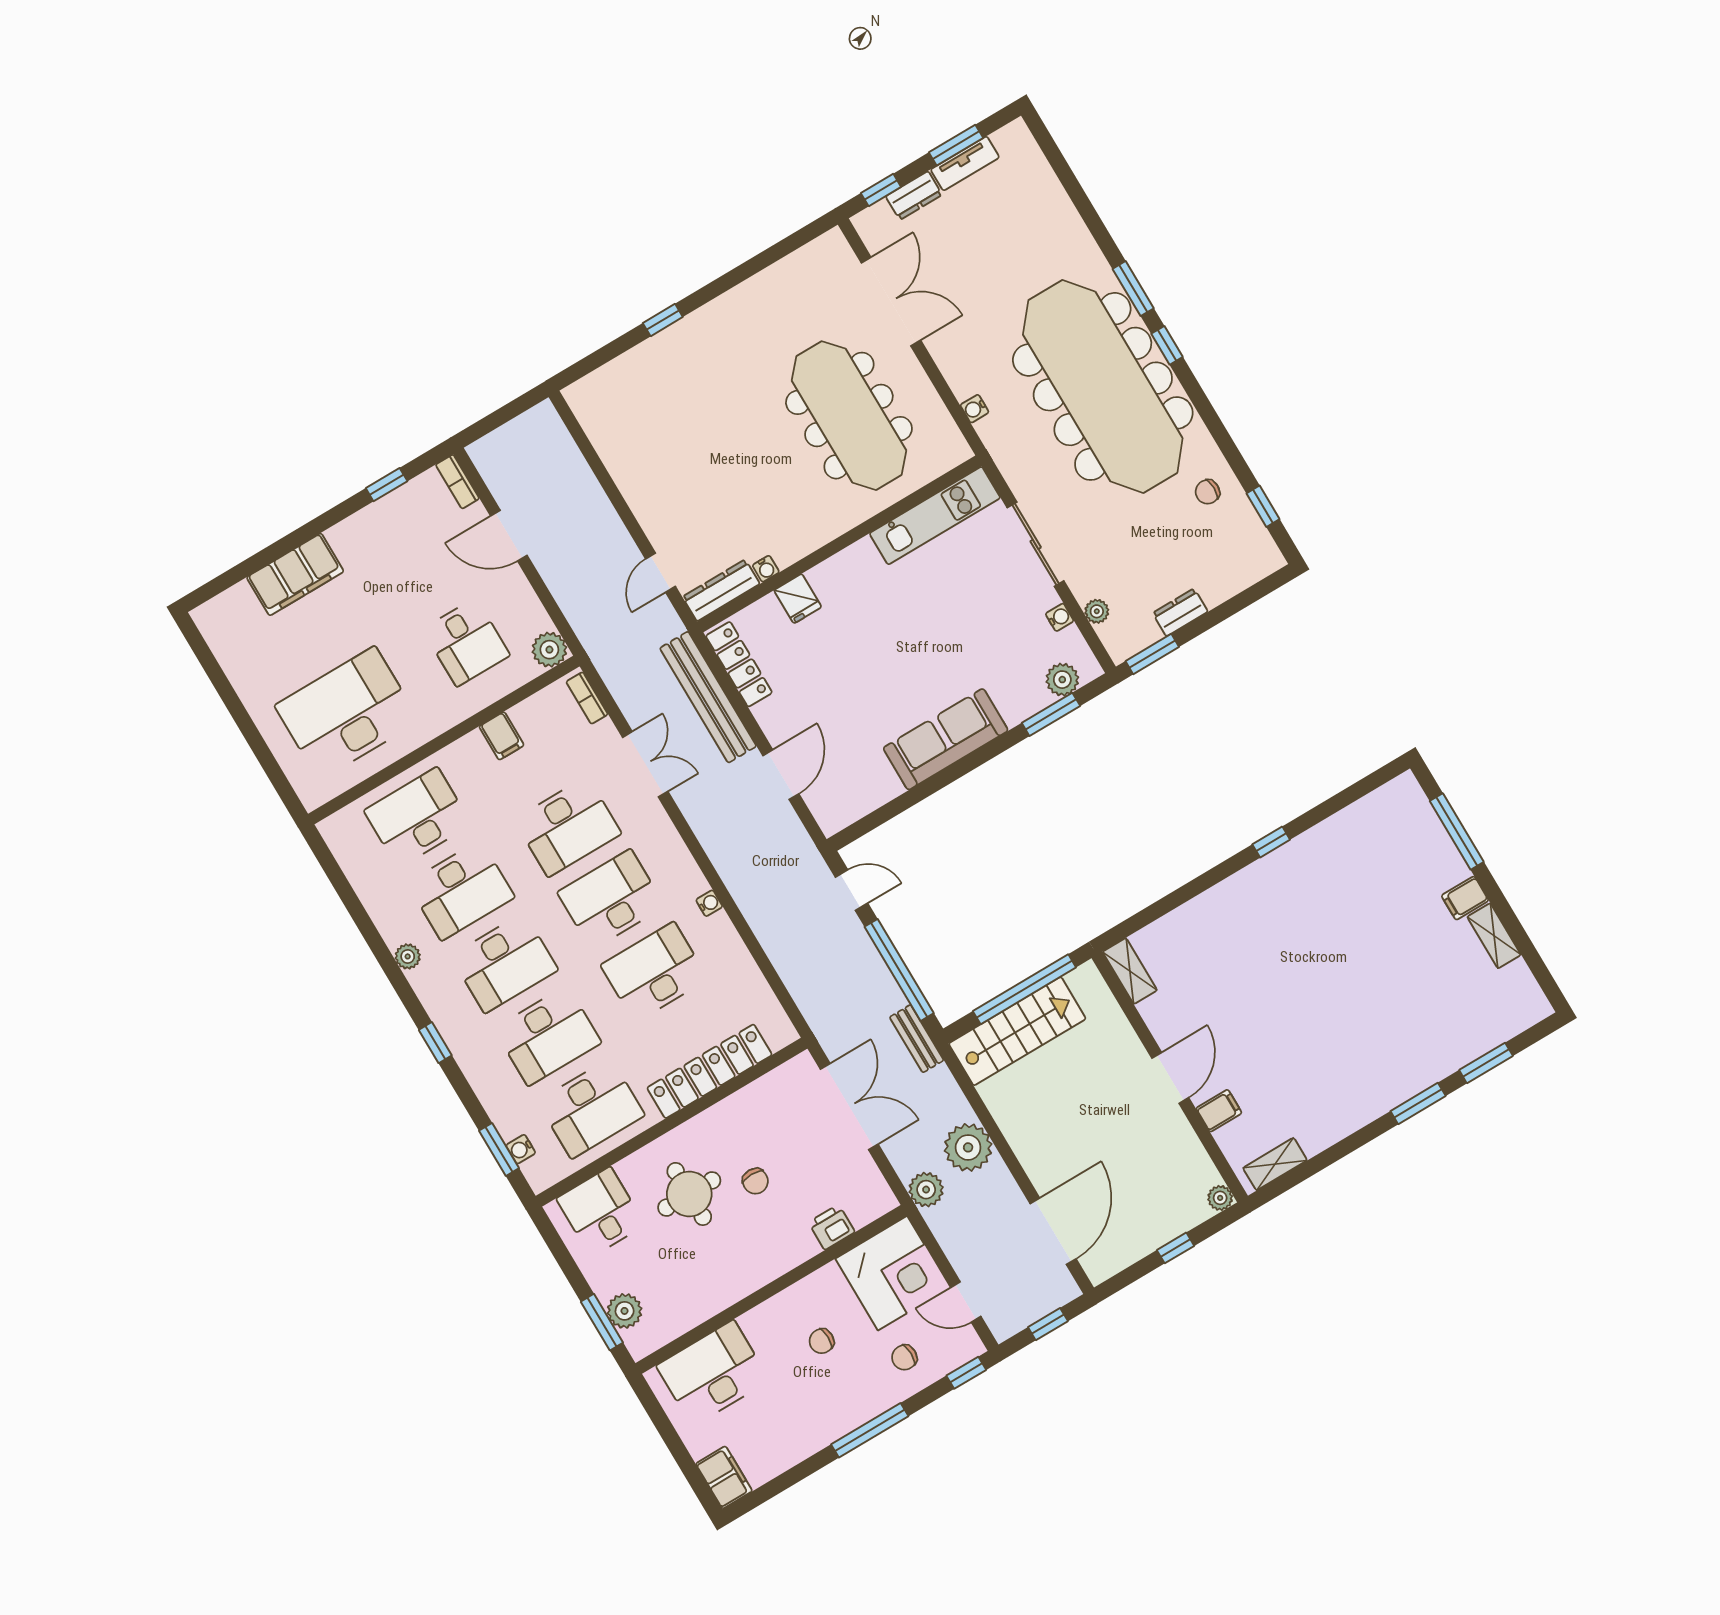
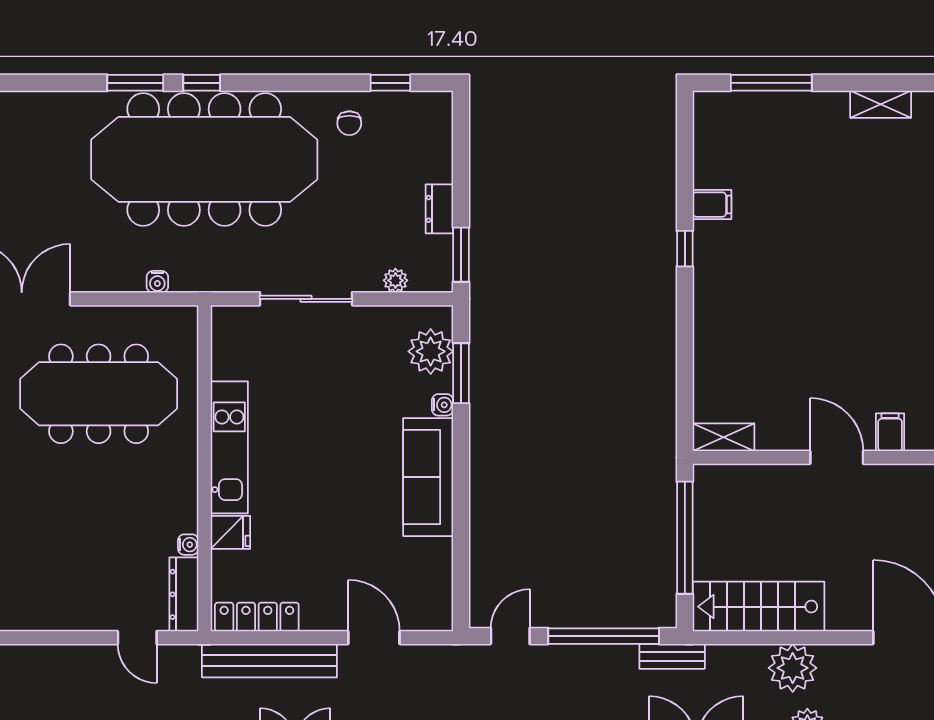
kitchen unit: (935, 516) -> (229, 447), moved
water cooler: (1060, 617) -> (443, 405), moved, turned 90
plant: (1062, 680) -> (431, 351), width x1.36, depth x1.36
filing cabinet: (1465, 898) -> (712, 205), moved, turned -90
stairs: (1017, 1031) -> (759, 607), moved, turned -90

